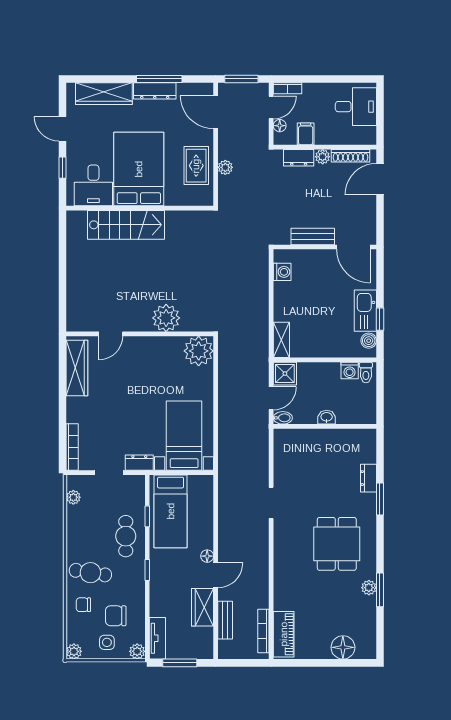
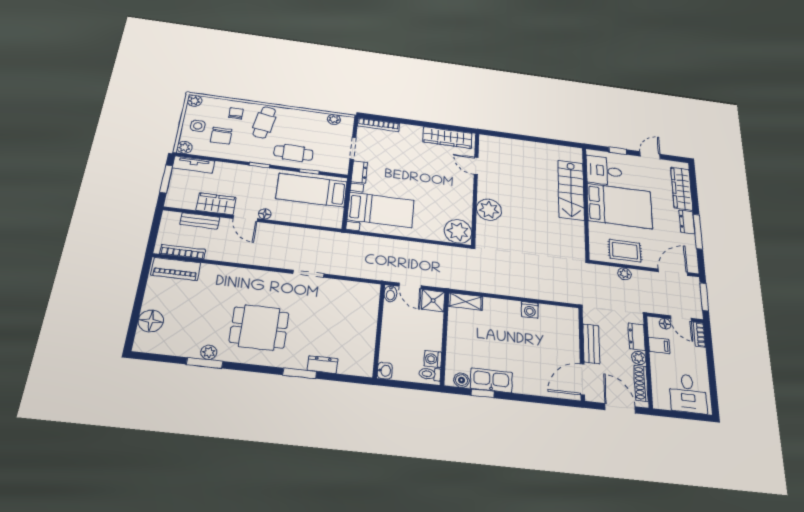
dresser: (155, 91) -> (687, 222), width x0.70
bench: (313, 236) -> (591, 344), moved
wall: (325, 247) -> (582, 353), moved
door: (353, 247) -> (582, 379), moved
washbasin: (327, 417) -> (385, 371), moved
chair: (116, 616) -> (221, 136), turned 180

